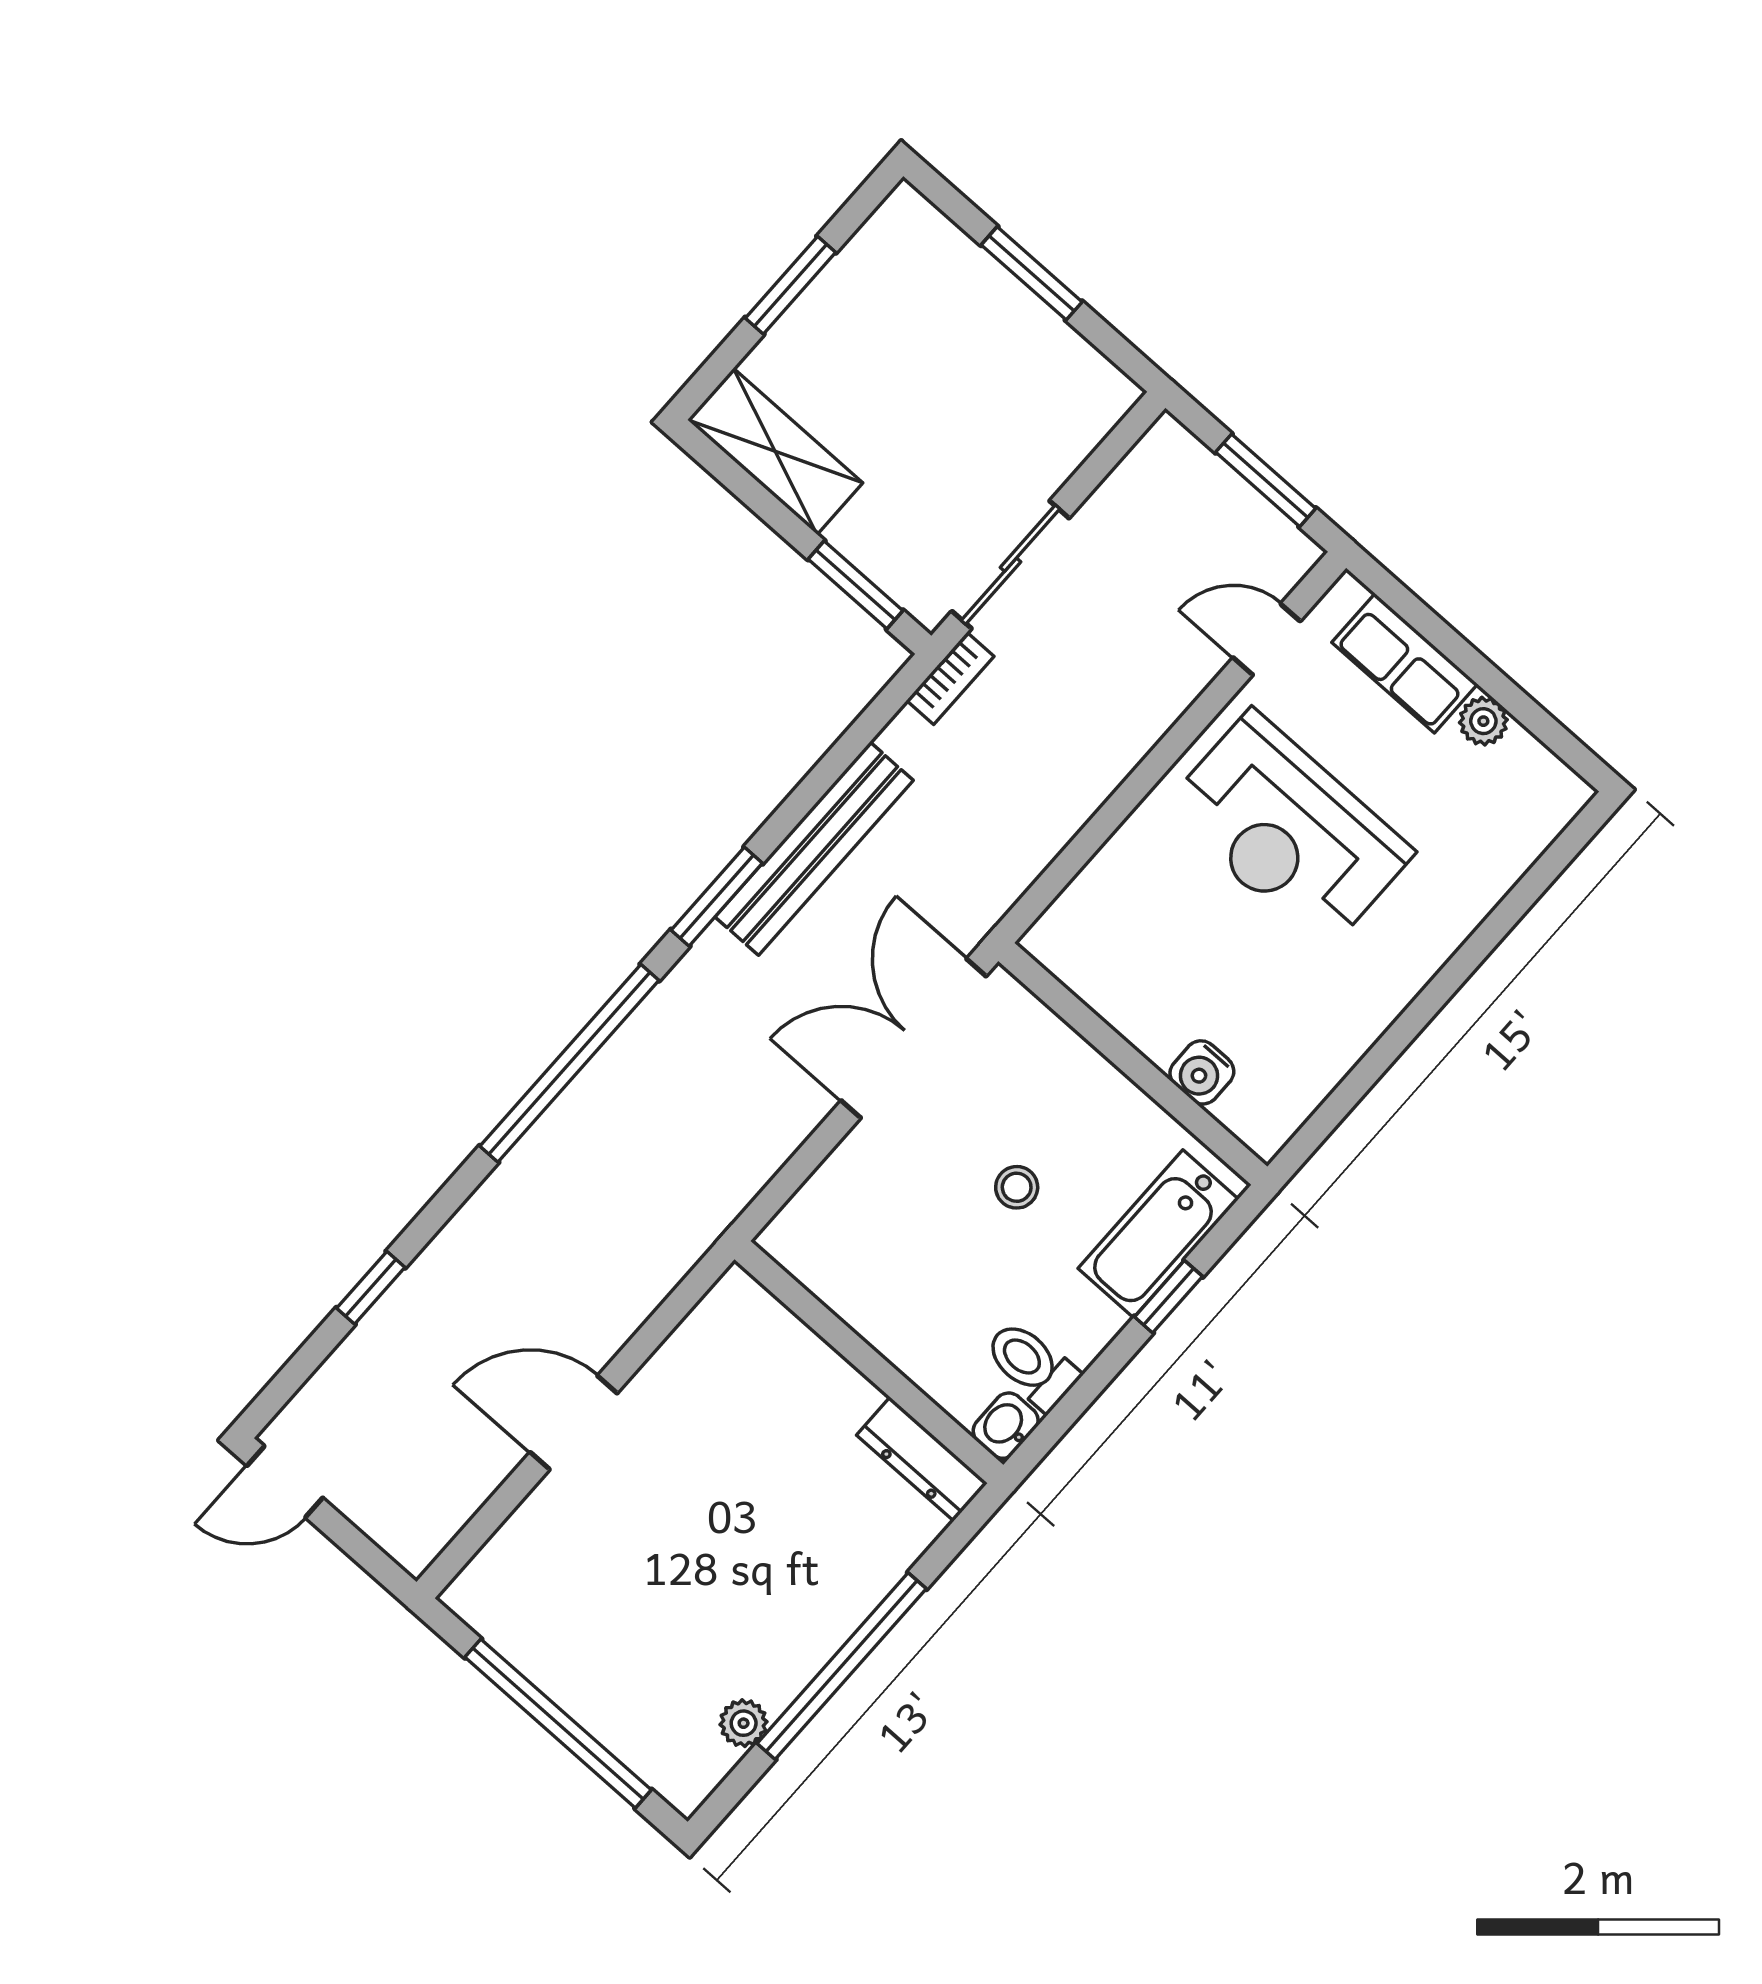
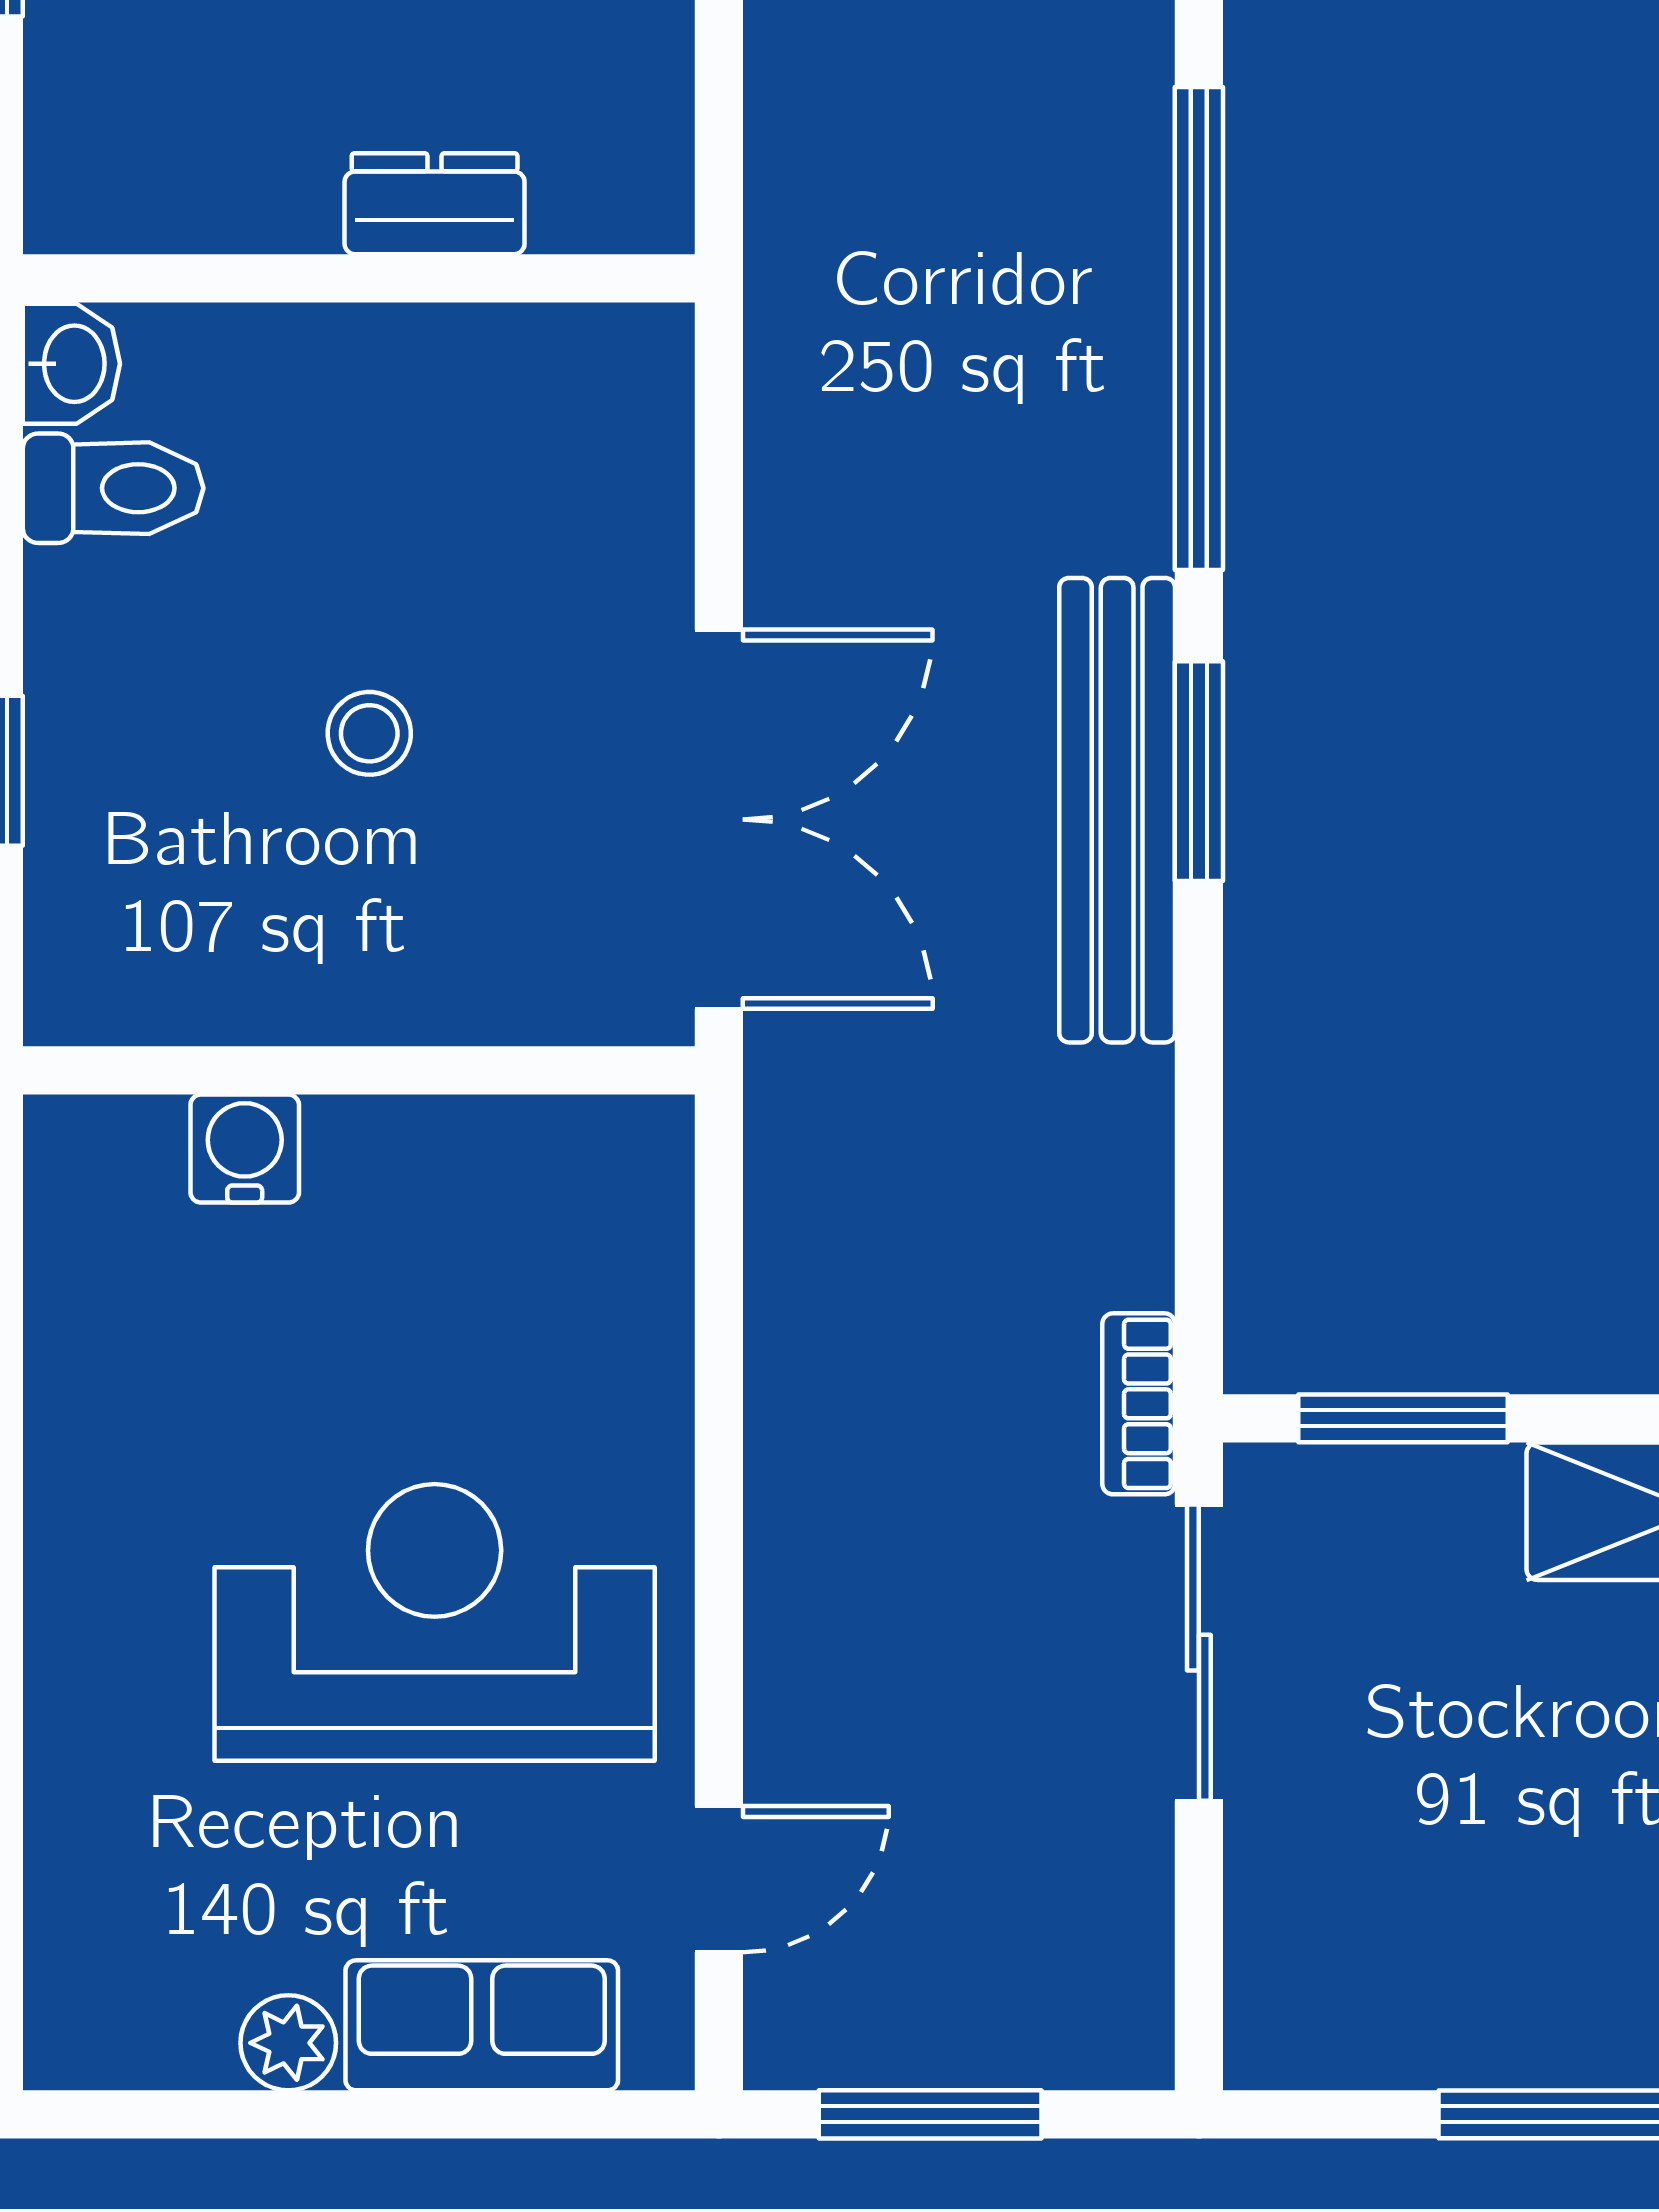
bench: (814, 849) -> (1117, 810), moved
bathtub: (1158, 1234) -> (97, 851), removed
dresser: (922, 1459) -> (435, 204), moved, width x0.70

